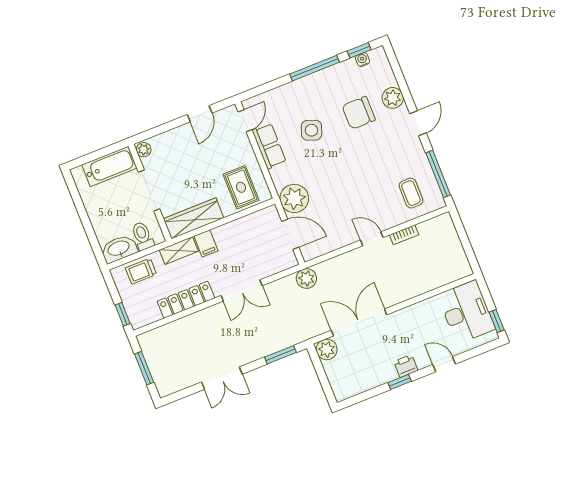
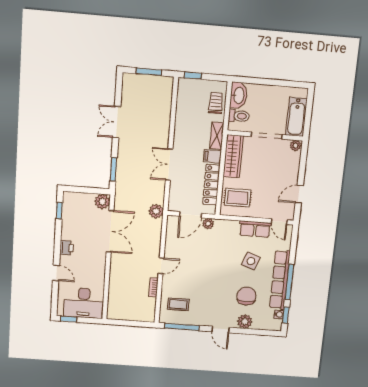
row of seats: (318, 82) -> (280, 280), added
door: (200, 114) -> (299, 194), hinge flipped
plant: (294, 198) -> (208, 224), width x0.53, depth x0.53
locker: (186, 300) -> (211, 185), moved, turned 180
door: (444, 364) -> (56, 273), hinge flipped
window: (400, 382) -> (59, 211), moved

